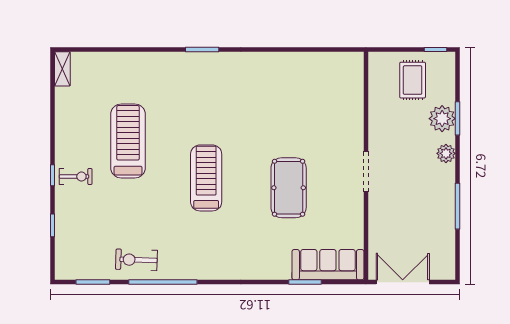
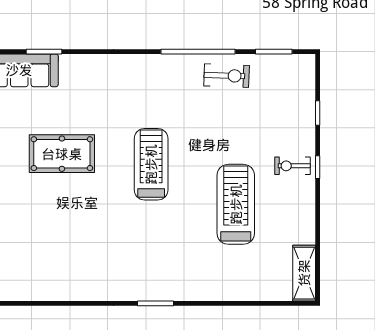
shelving: (62, 69) -> (304, 273), width x1.50, depth x1.33
treadmill: (128, 141) -> (236, 204), turned 180
treadmill: (206, 178) -> (151, 164), turned 180
pool table: (289, 188) -> (62, 154), turned 90

